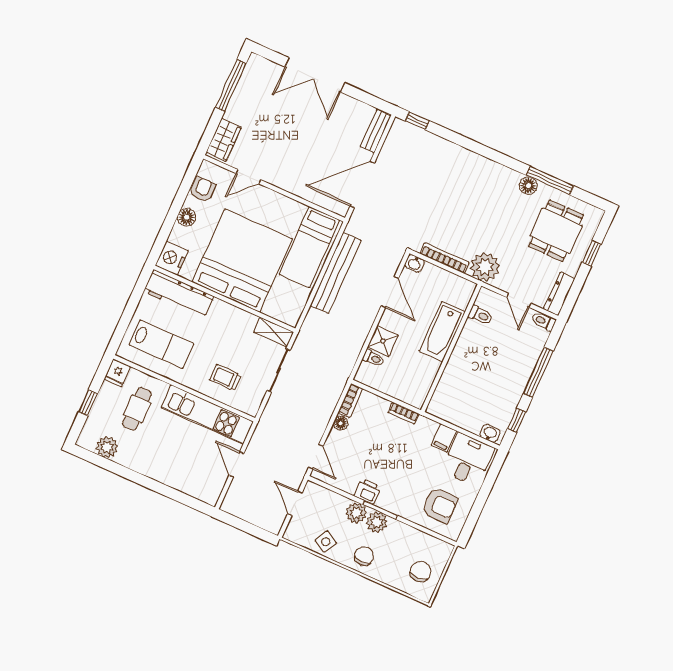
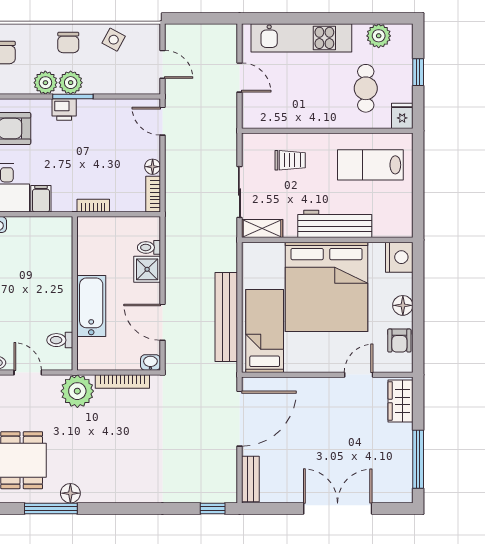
workbench: (179, 294) -> (335, 224), moved
kitchen unit: (207, 415) -> (301, 38), moved, turned 180
printer: (367, 491) -> (64, 110), moved
plant: (356, 513) -> (45, 83), moved

